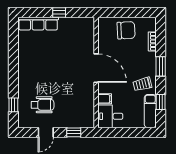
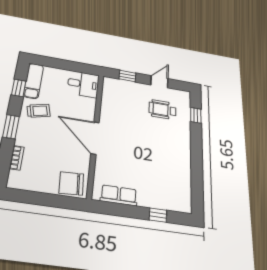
window: (59, 12) -> (158, 215), moved
row of seats: (38, 24) -> (119, 195), moved, width x0.68
chair: (126, 30) -> (71, 183), moved
filing cabinet: (105, 99) -> (88, 103), removed

